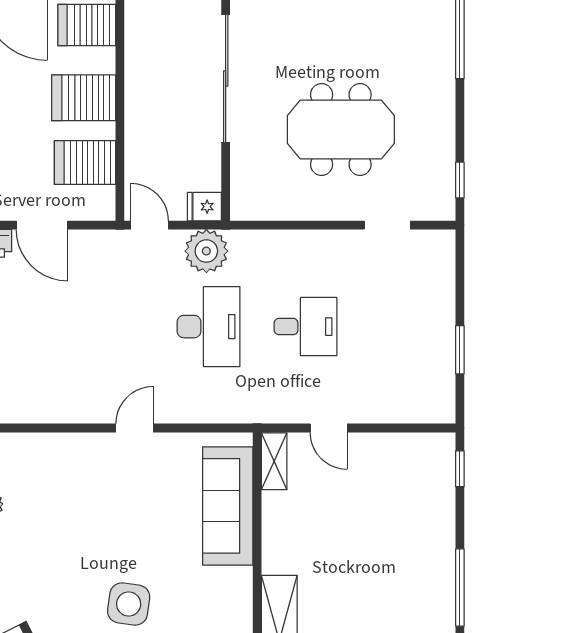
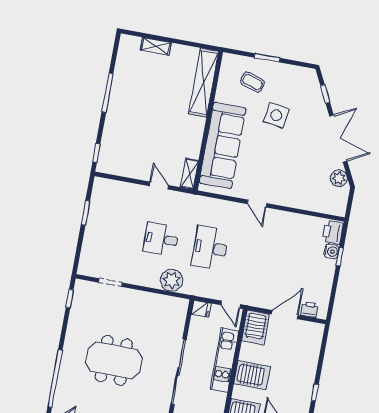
kitchen unit: (141, 117) -> (225, 360), added
meeting table: (341, 130) -> (114, 360), moved
server rack: (85, 163) -> (255, 327), moved, turned 90
door: (42, 225) -> (285, 315), hinge flipped
plant: (206, 251) -> (172, 280), moved
door: (135, 428) -> (257, 204), hinge flipped
sofa: (228, 506) -> (223, 145), width x1.36, depth x1.27

